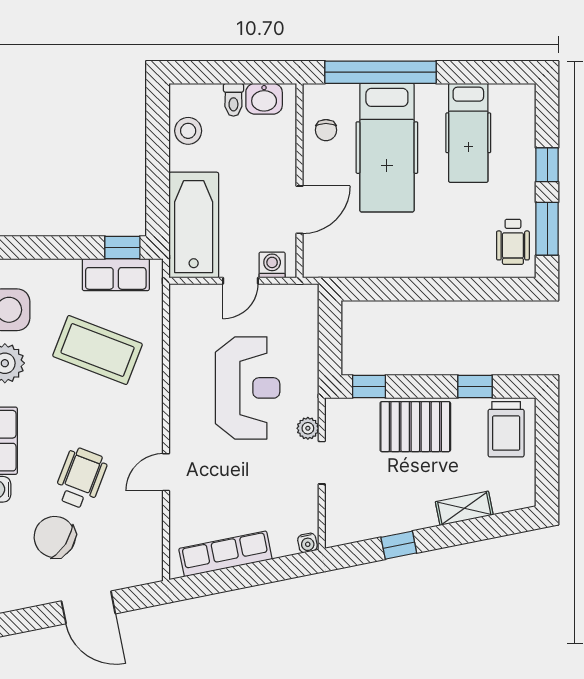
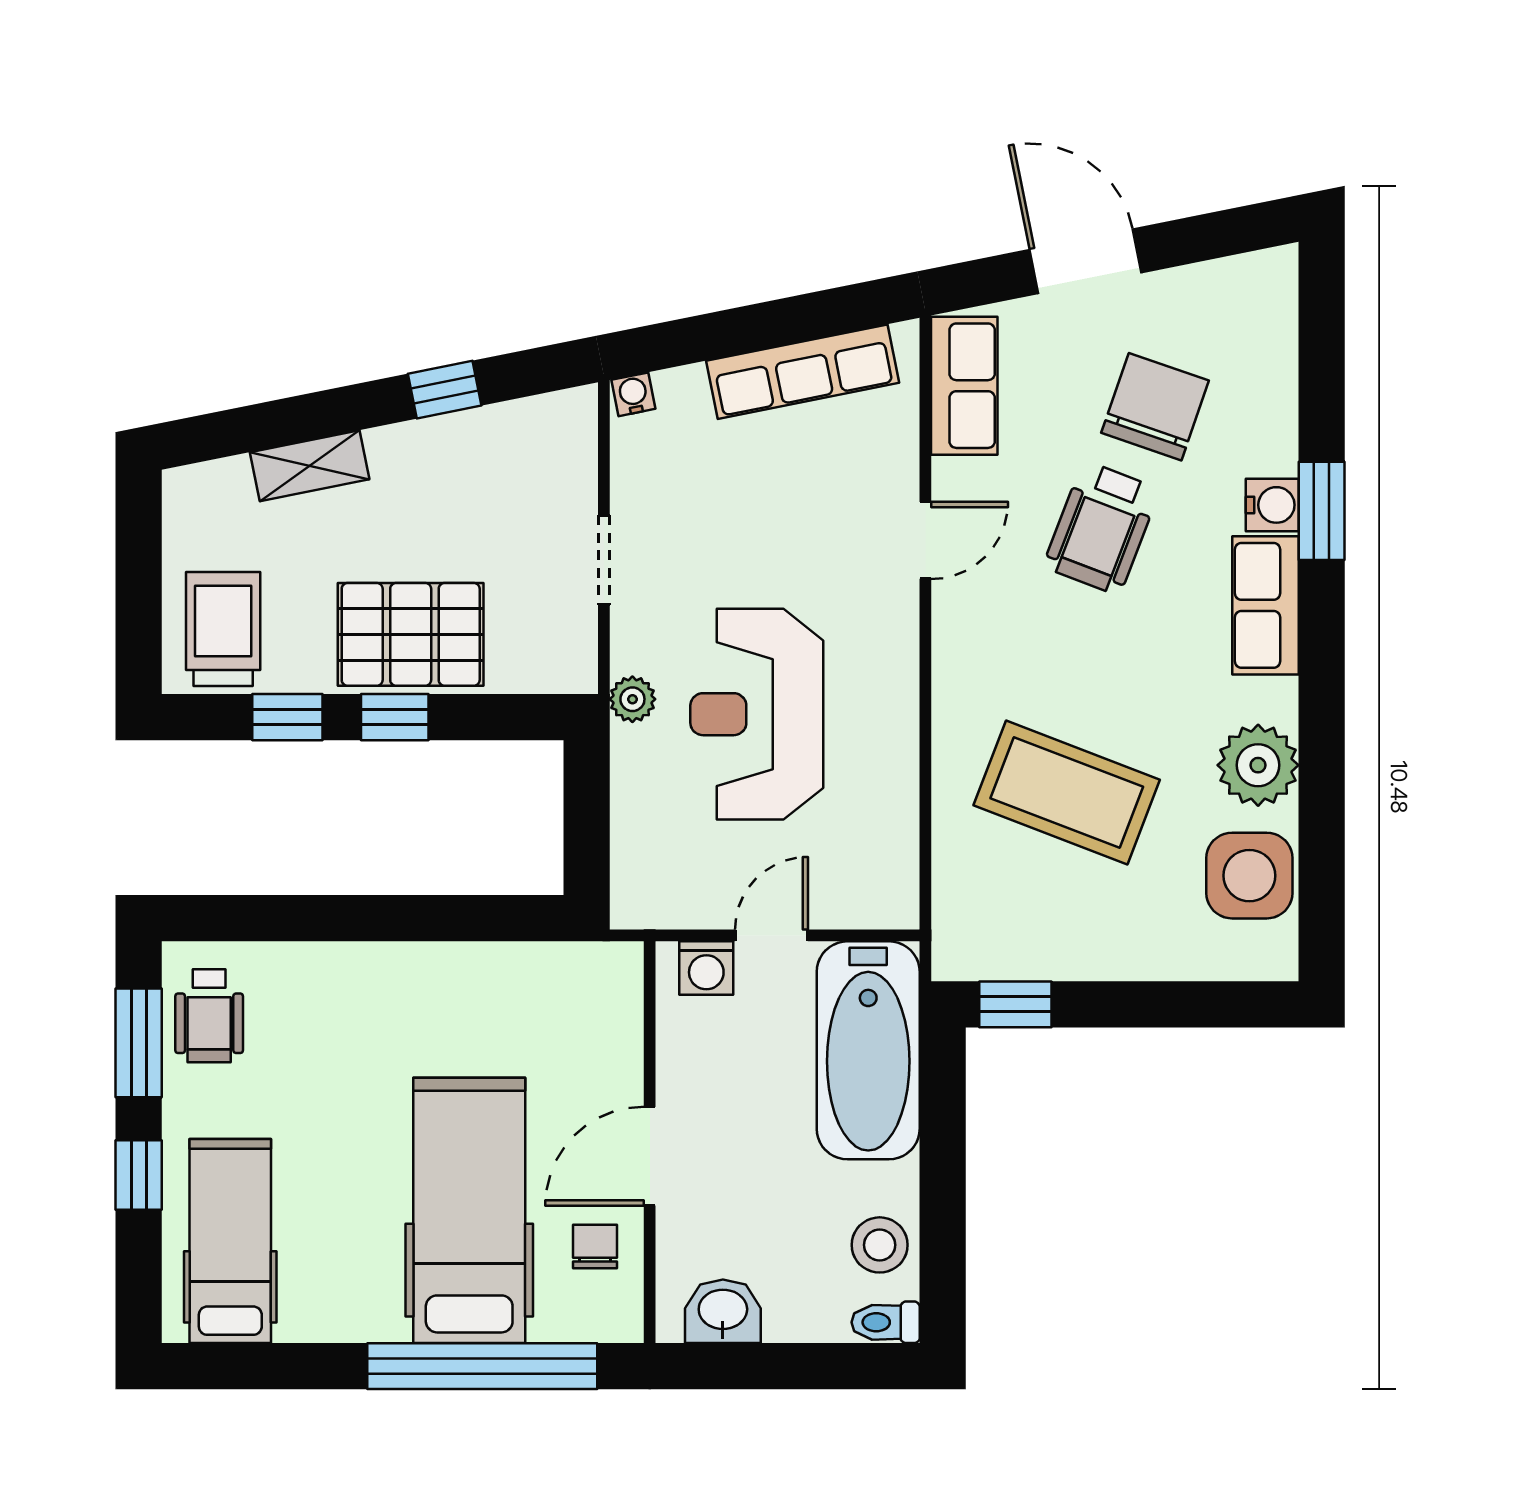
toilet: (233, 100) -> (886, 1322), moved, turned -90
hospital bed: (468, 133) -> (230, 1241), moved
door: (299, 210) -> (650, 1156), moved
wheelchair: (513, 242) -> (209, 1016), turned 180
row of seats: (116, 275) -> (964, 386), moved, turned 90
window: (369, 386) -> (395, 717), moved
plant: (308, 428) -> (632, 699), moved
chair: (55, 537) -> (1155, 407), turned -104

